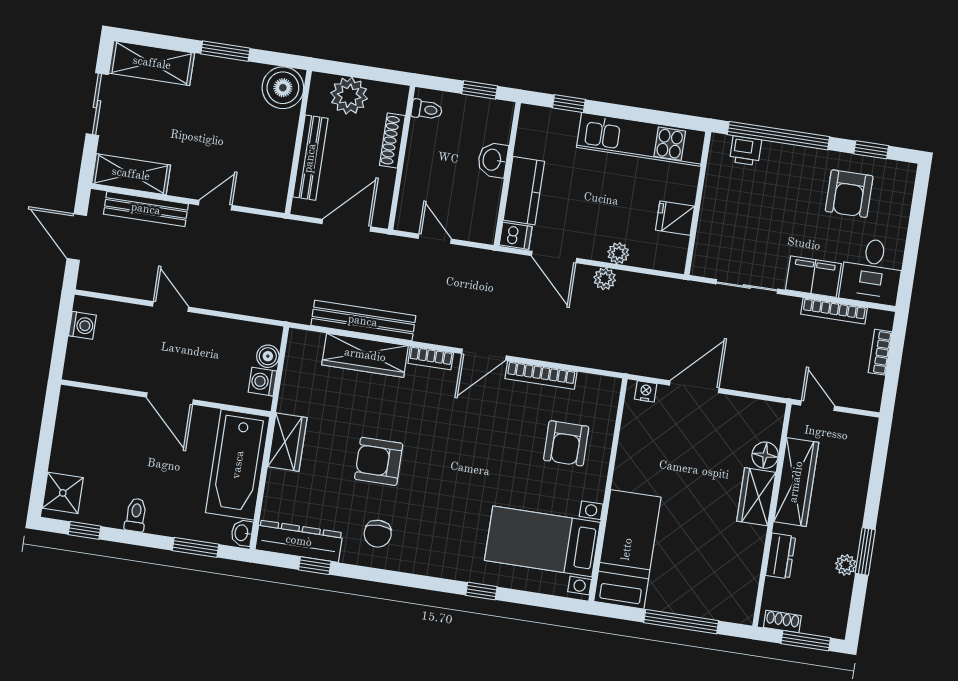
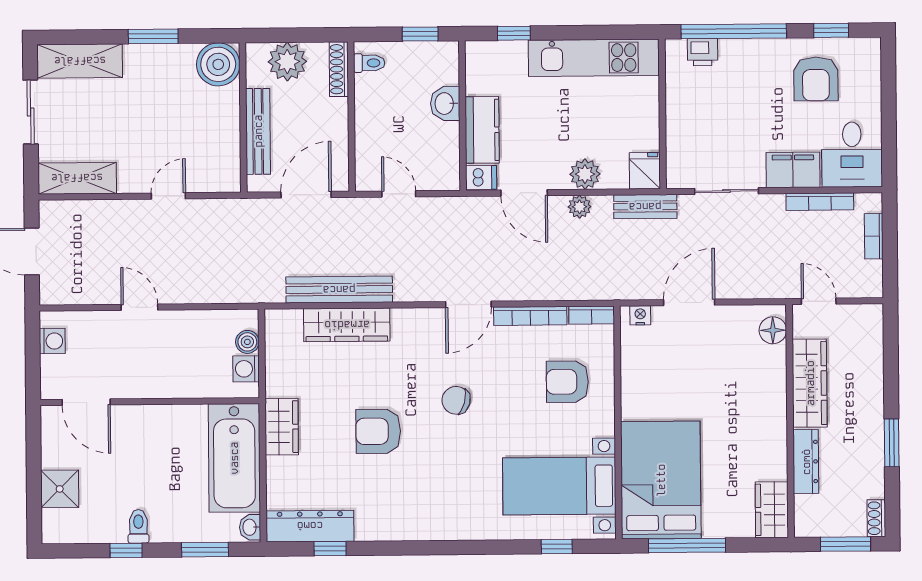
shoe rack: (392, 141) -> (339, 69), moved
bench: (146, 209) -> (645, 207), moved, width x0.73
fridge: (675, 218) -> (645, 171), moved, turned 90
plant: (618, 253) -> (585, 174), width x1.38, depth x1.38
bookcase: (431, 358) -> (592, 315), moved
door: (170, 399) -> (86, 402), moved
armchair: (566, 443) -> (567, 382), turned 90
floor lamp: (765, 455) -> (773, 330), moved
shower: (63, 493) -> (60, 489), moved
wardrobe: (756, 497) -> (772, 510), moved
window: (84, 530) -> (126, 550), moved
chair: (378, 534) -> (456, 400), moved, turned 105
bed: (627, 549) -> (661, 480), width x1.50
dresser: (781, 556) -> (806, 462), width x1.44
plant: (846, 565) -> (874, 460), removed
window: (481, 591) -> (557, 547), moved
window: (681, 622) -> (687, 545), moved
shoe rack: (782, 622) -> (876, 518), moved, turned -90

